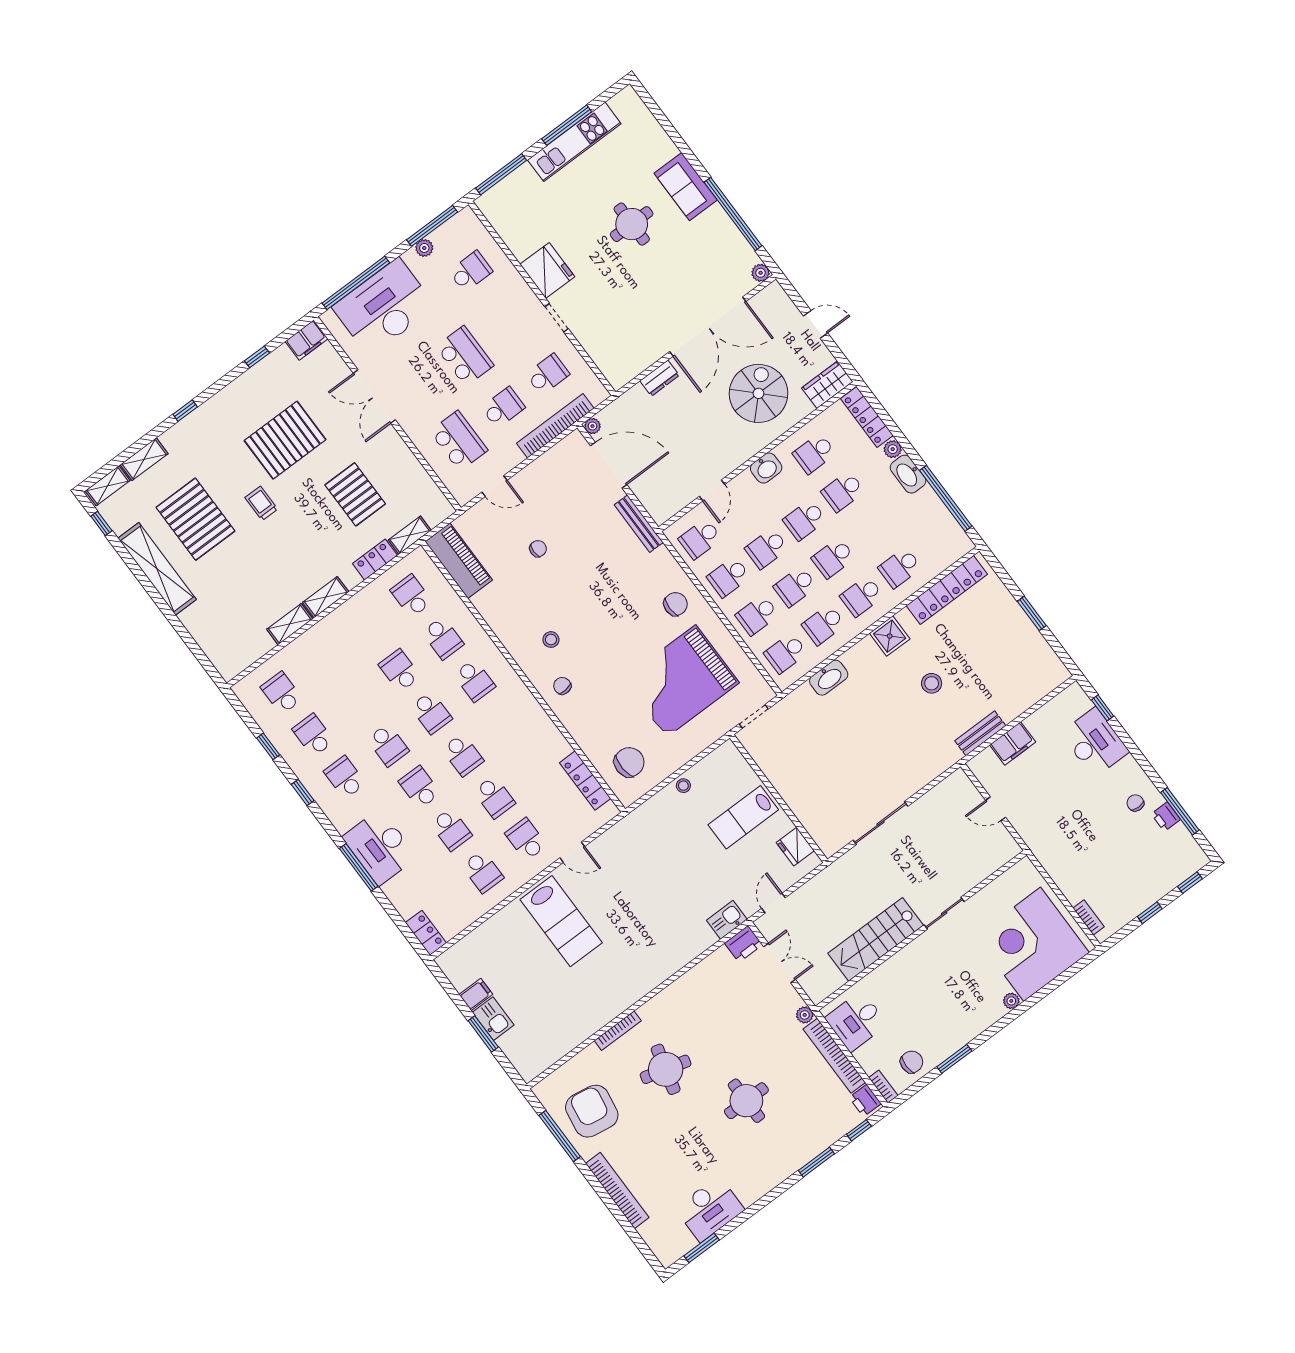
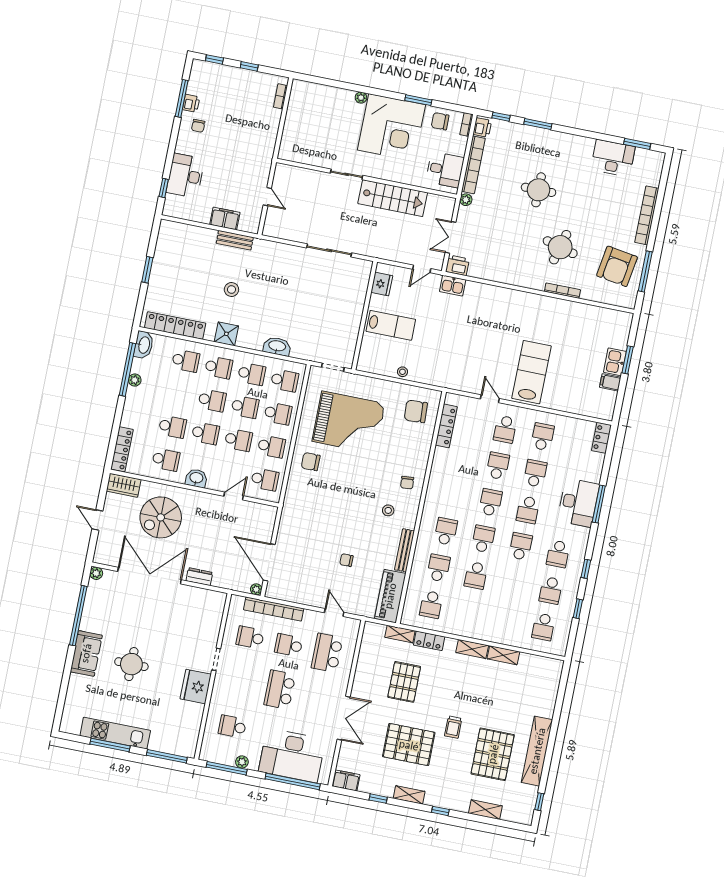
plant: (893, 449) -> (135, 380), moved
washbasin: (908, 474) -> (144, 345), moved
shelving: (108, 486) -> (409, 795), moved
bench: (639, 524) -> (404, 550), moved
corner desk: (1032, 944) -> (391, 127), moved

